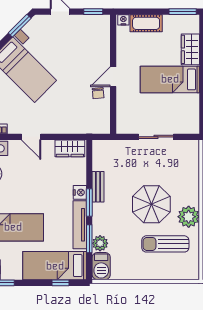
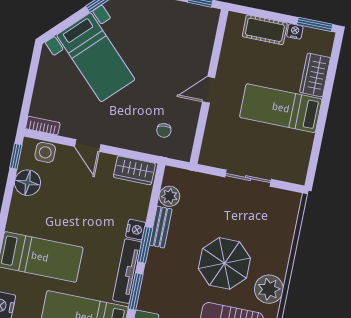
nightstand: (123, 20) -> (295, 31), moved
chair: (98, 93) -> (164, 130), moved
plant: (100, 243) -> (169, 196), moved

